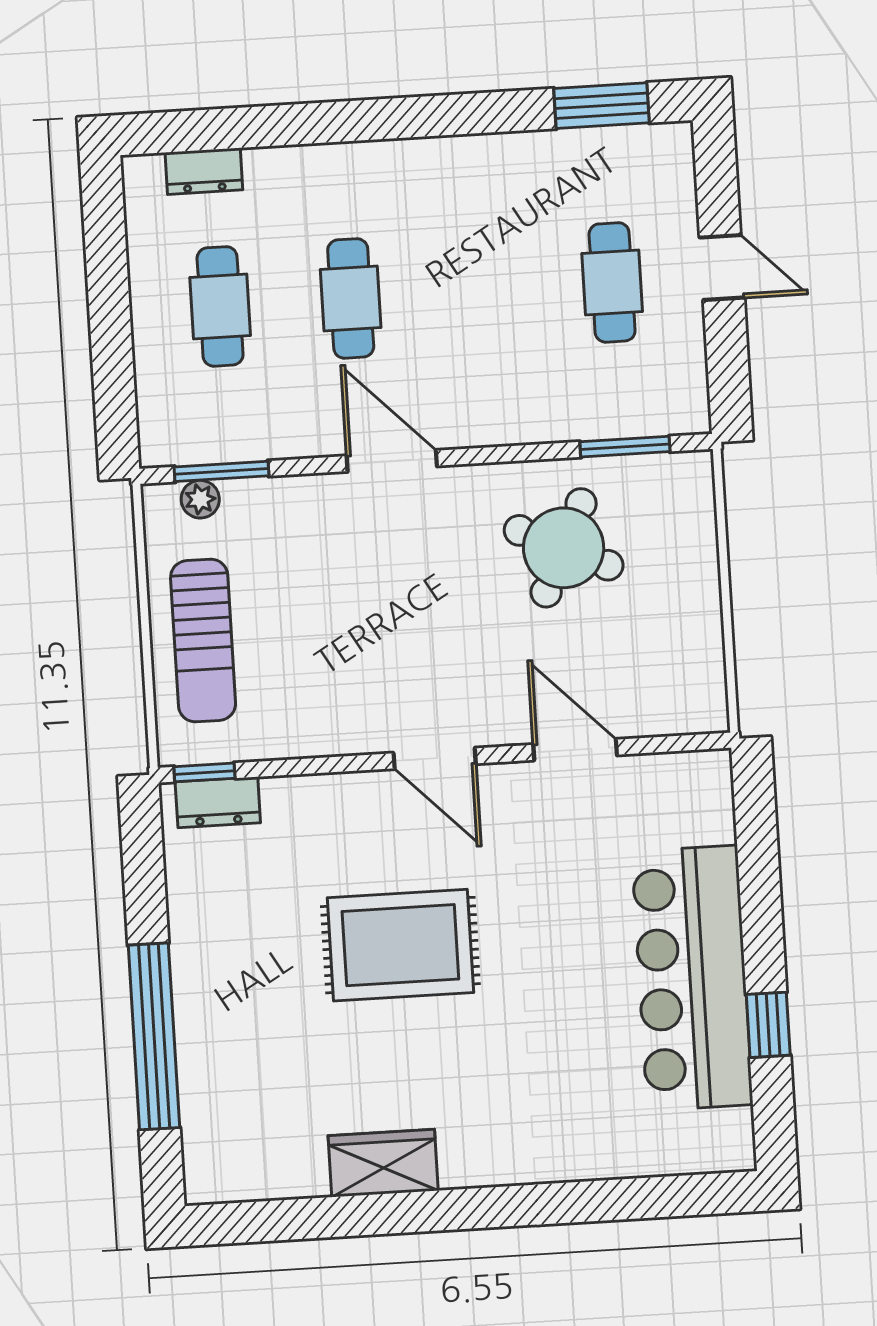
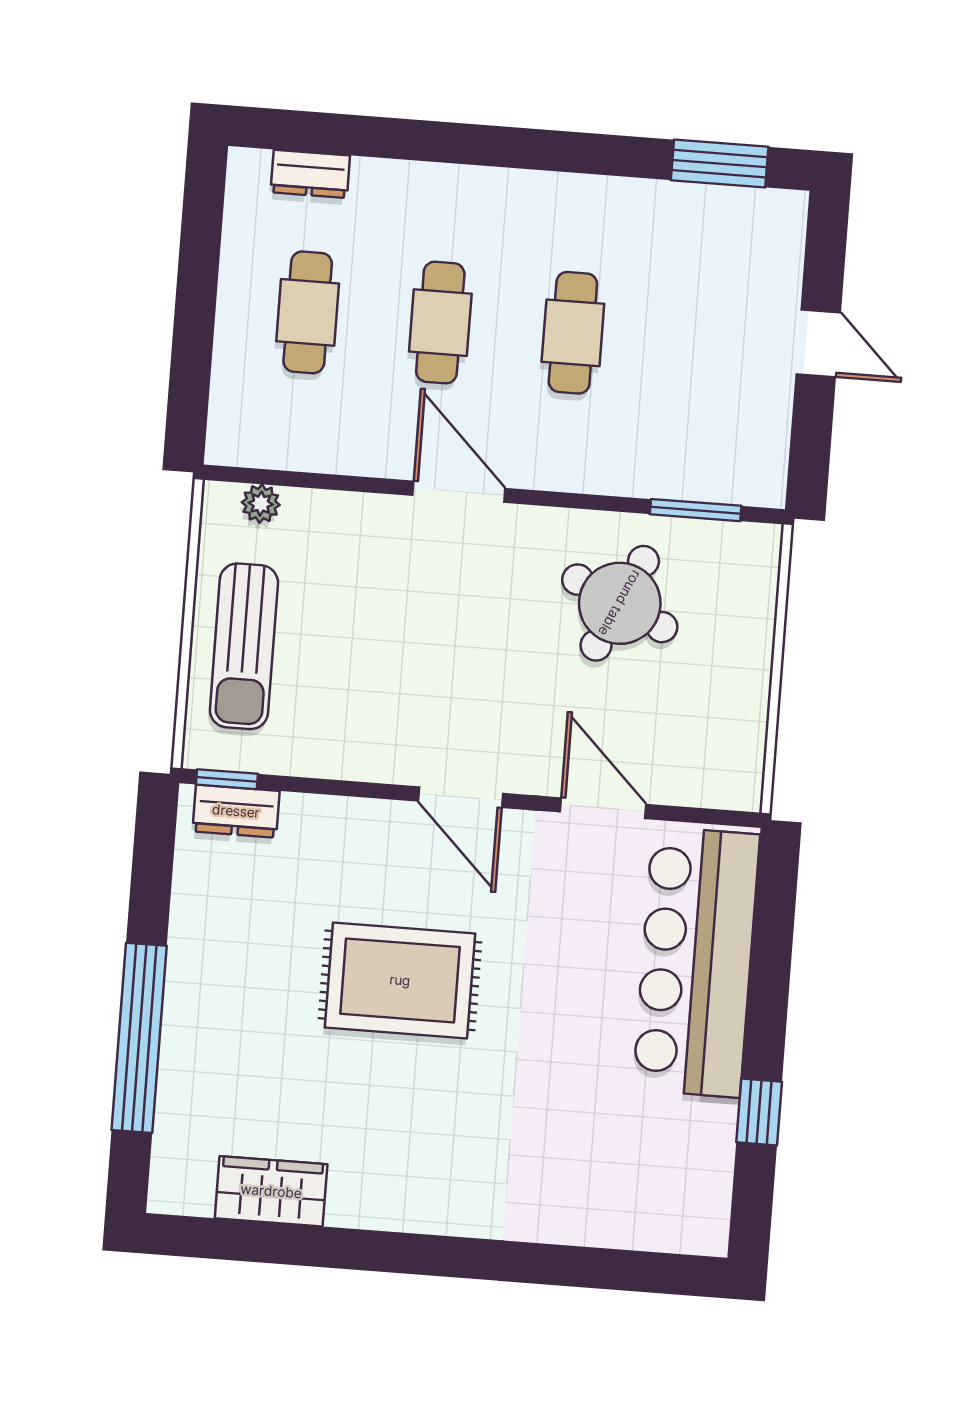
cafe table: (612, 282) -> (573, 333), moved
window: (222, 471) -> (286, 479), removed
bar counter: (692, 978) -> (696, 962), moved
wardrobe: (383, 1163) -> (271, 1191), moved

